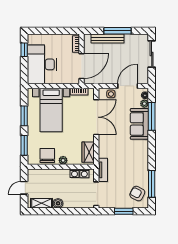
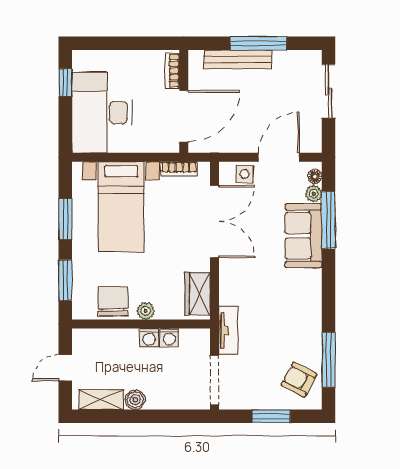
washing machine: (84, 173) -> (149, 338), moved

